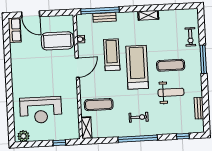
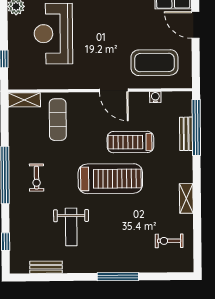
door: (31, 14) -> (195, 25), hinge flipped
exercise bike: (190, 37) -> (169, 241), moved
coffee table: (57, 41) -> (154, 63), turned 90
treadmill: (112, 55) -> (130, 142), turned 180
exercise mat: (171, 65) -> (111, 228), removed

